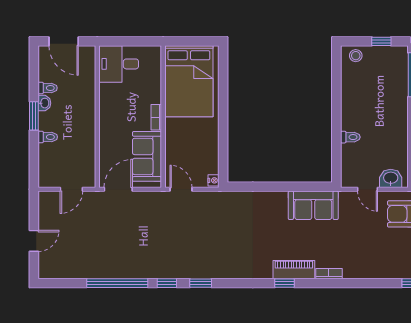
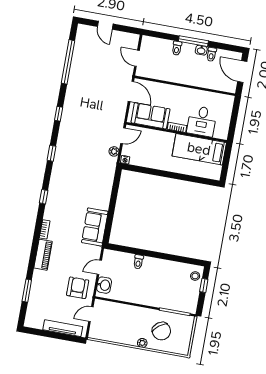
door: (64, 41) -> (242, 72), hinge flipped
window: (381, 41) -> (204, 285), moved
desk: (119, 64) -> (202, 121), moved, turned 180
bed: (189, 81) -> (199, 149), width x0.67
window: (34, 116) -> (193, 41), width x1.44
plant: (205, 198) -> (114, 151), added
piano: (294, 270) -> (43, 255), moved
window: (117, 283) -> (68, 62), moved
window: (201, 283) -> (51, 153), moved

